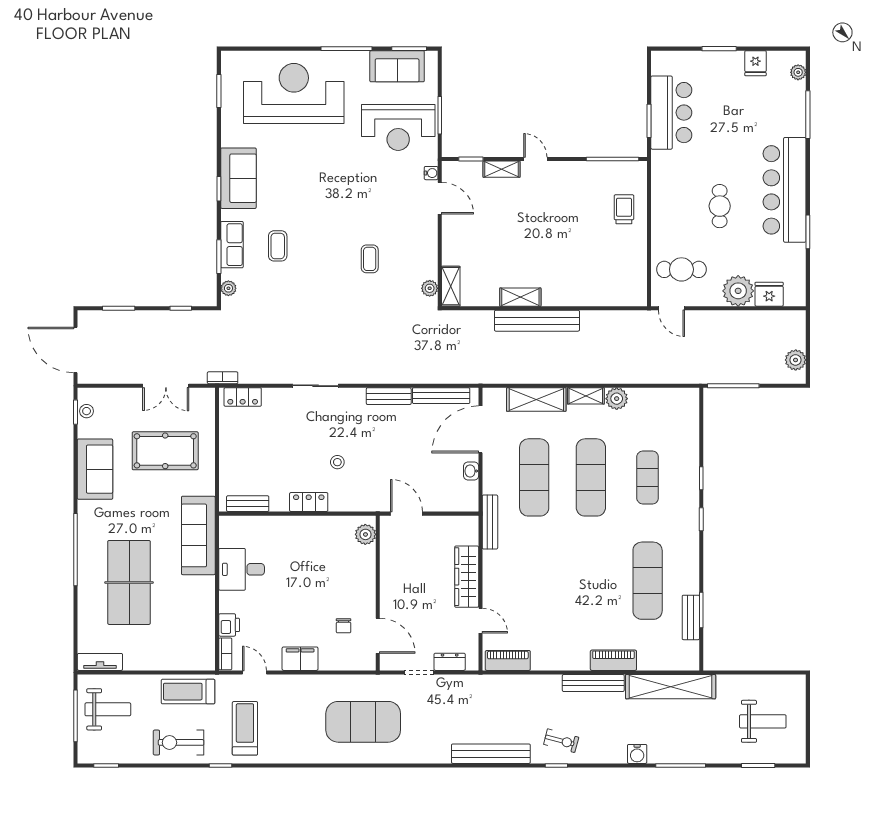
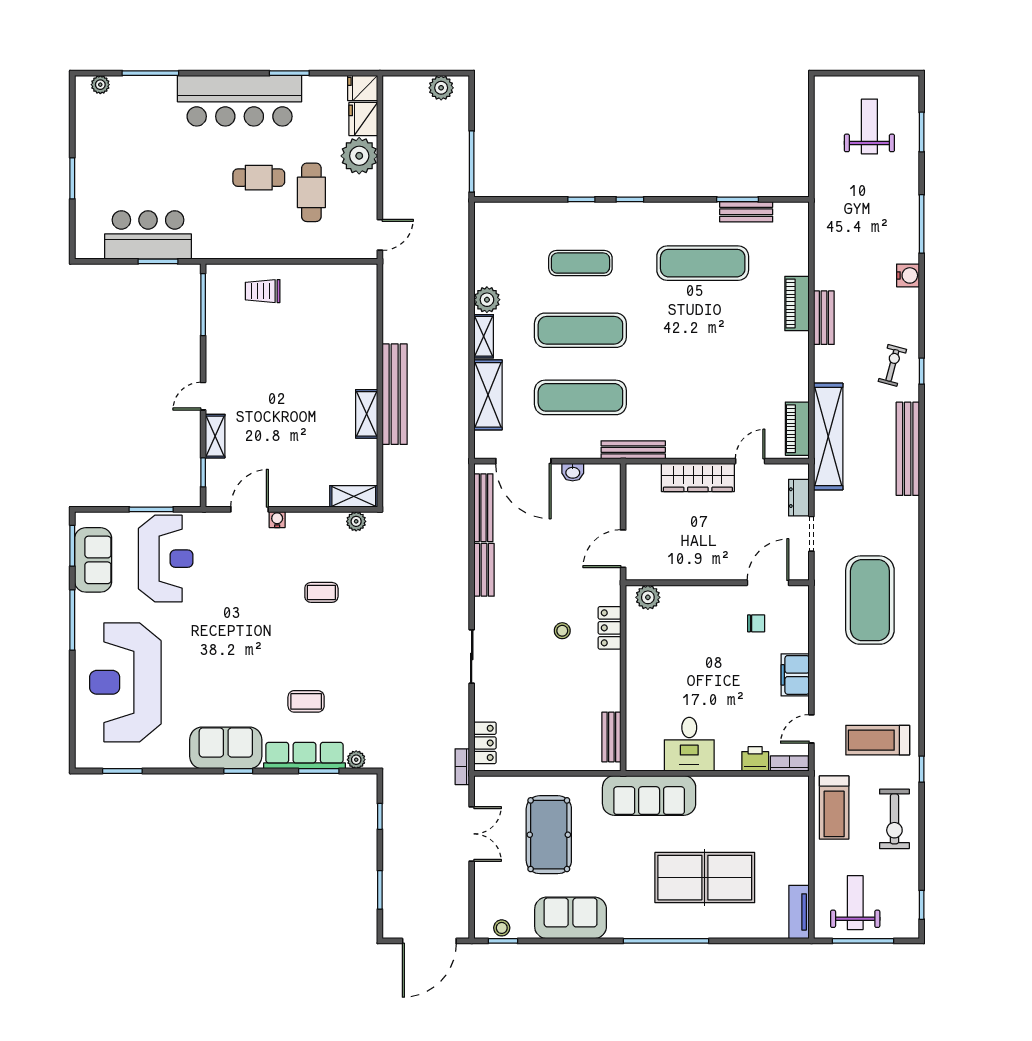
fridge: (755, 63) -> (363, 88), moved, turned 180
water cooler: (431, 173) -> (277, 520), moved
row of seats: (232, 245) -> (304, 756), width x1.48
cafe table: (681, 269) -> (311, 192), moved
locker: (309, 502) -> (610, 628), moved
bench: (593, 683) -> (824, 318), width x0.73
shelving: (671, 687) -> (828, 437), moved

